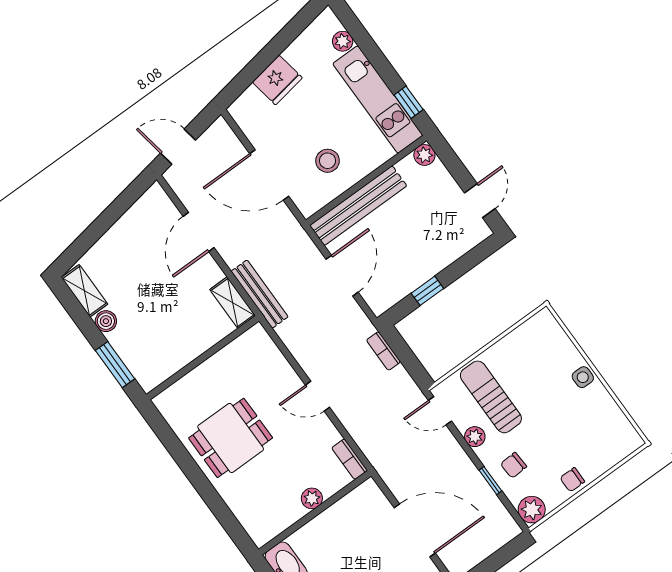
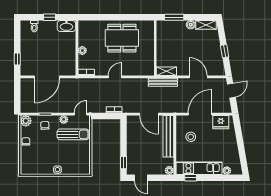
fridge: (277, 80) -> (221, 122), moved, turned -80
window: (110, 216) -> (225, 51), added
window: (427, 291) -> (123, 163), moved
dining table: (231, 438) -> (122, 38), width x1.38

